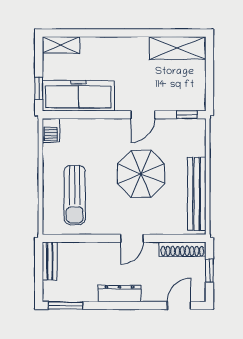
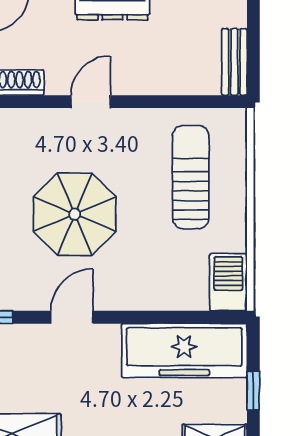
window: (39, 88) -> (253, 390), moved
barbecue: (51, 130) -> (228, 282), width x1.38, depth x1.27

